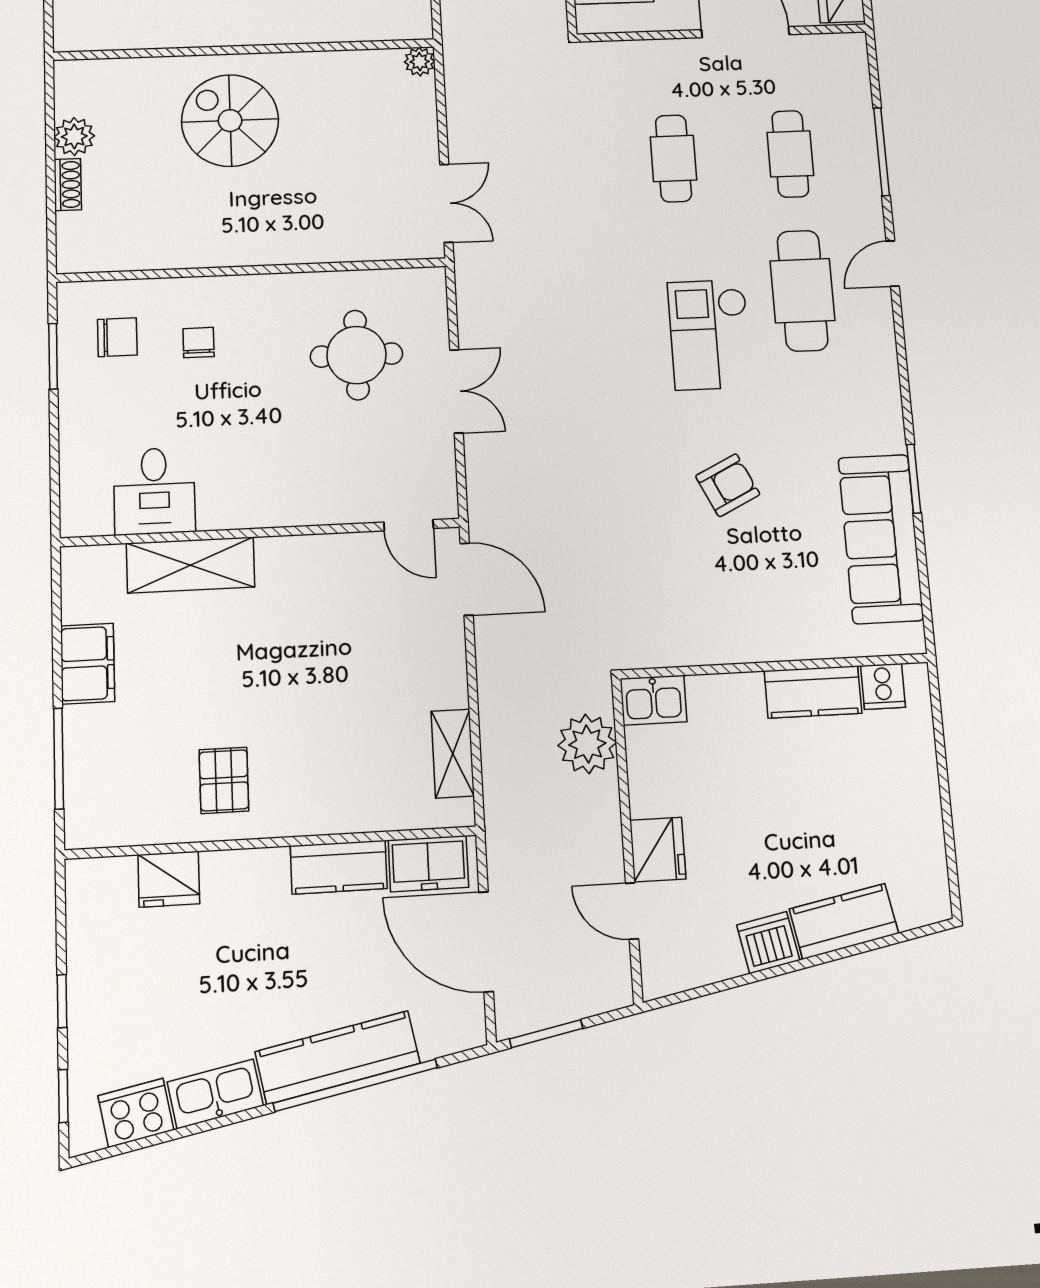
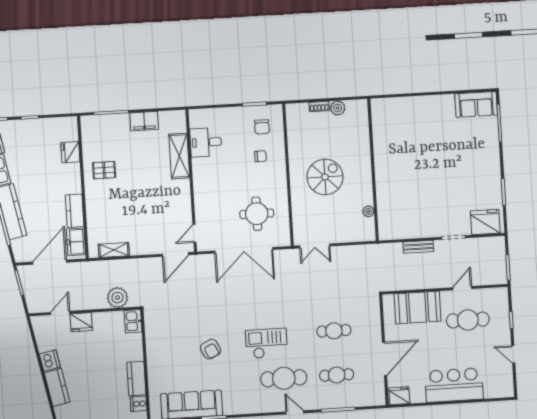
plant: (420, 62) -> (368, 211), moved
spiral stairs: (230, 121) -> (325, 177), moved
double door: (456, 391) -> (244, 250), width x1.87

